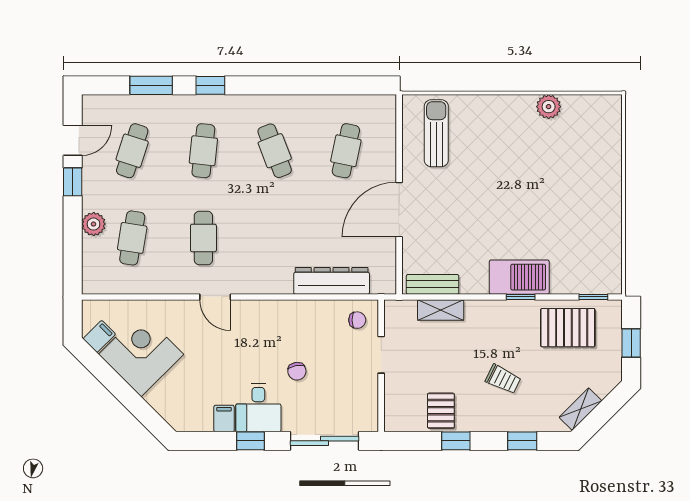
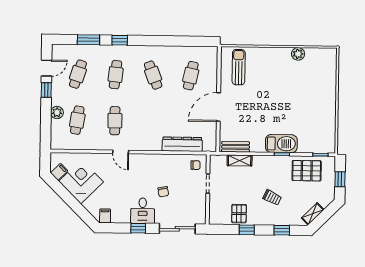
filing cabinet: (224, 419) -> (105, 216), moved

